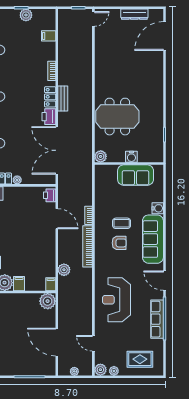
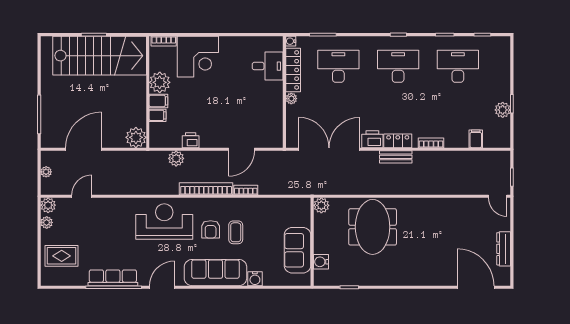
water cooler: (131, 157) -> (321, 262), moved
printer: (50, 195) -> (191, 140), moved
filing cabinet: (51, 284) -> (158, 115), moved
reception desk: (116, 300) -> (164, 222), moved
rug: (140, 359) -> (62, 256), turned 90

